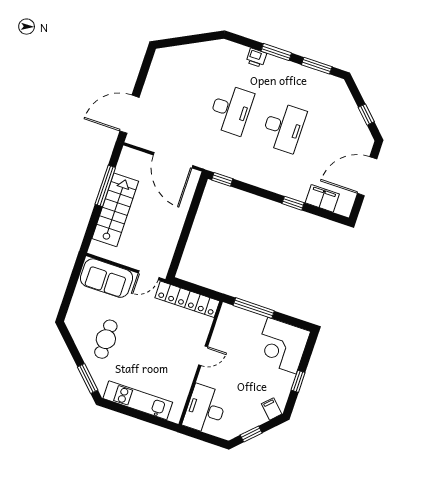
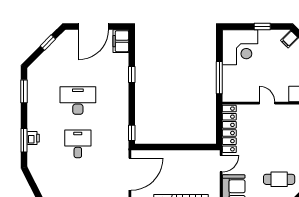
window: (276, 52) -> (24, 140), moved
desk: (231, 110) -> (78, 144), width x0.73
door: (367, 176) -> (93, 27), hinge flipped
filing cabinet: (322, 198) -> (121, 41), moved
door: (149, 275) -> (221, 164), hinge flipped

